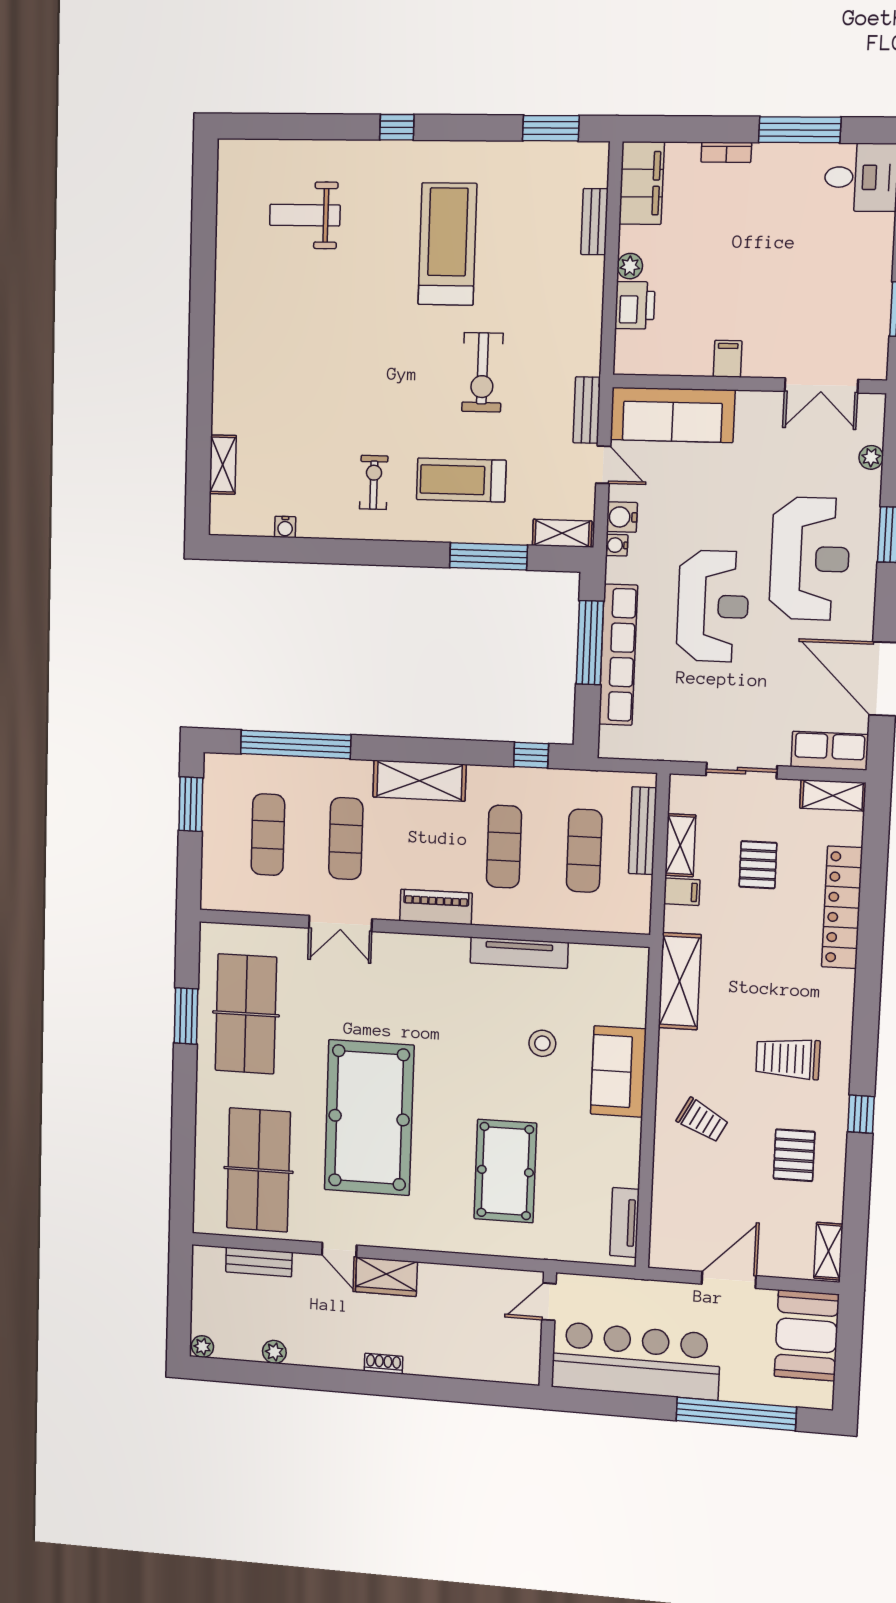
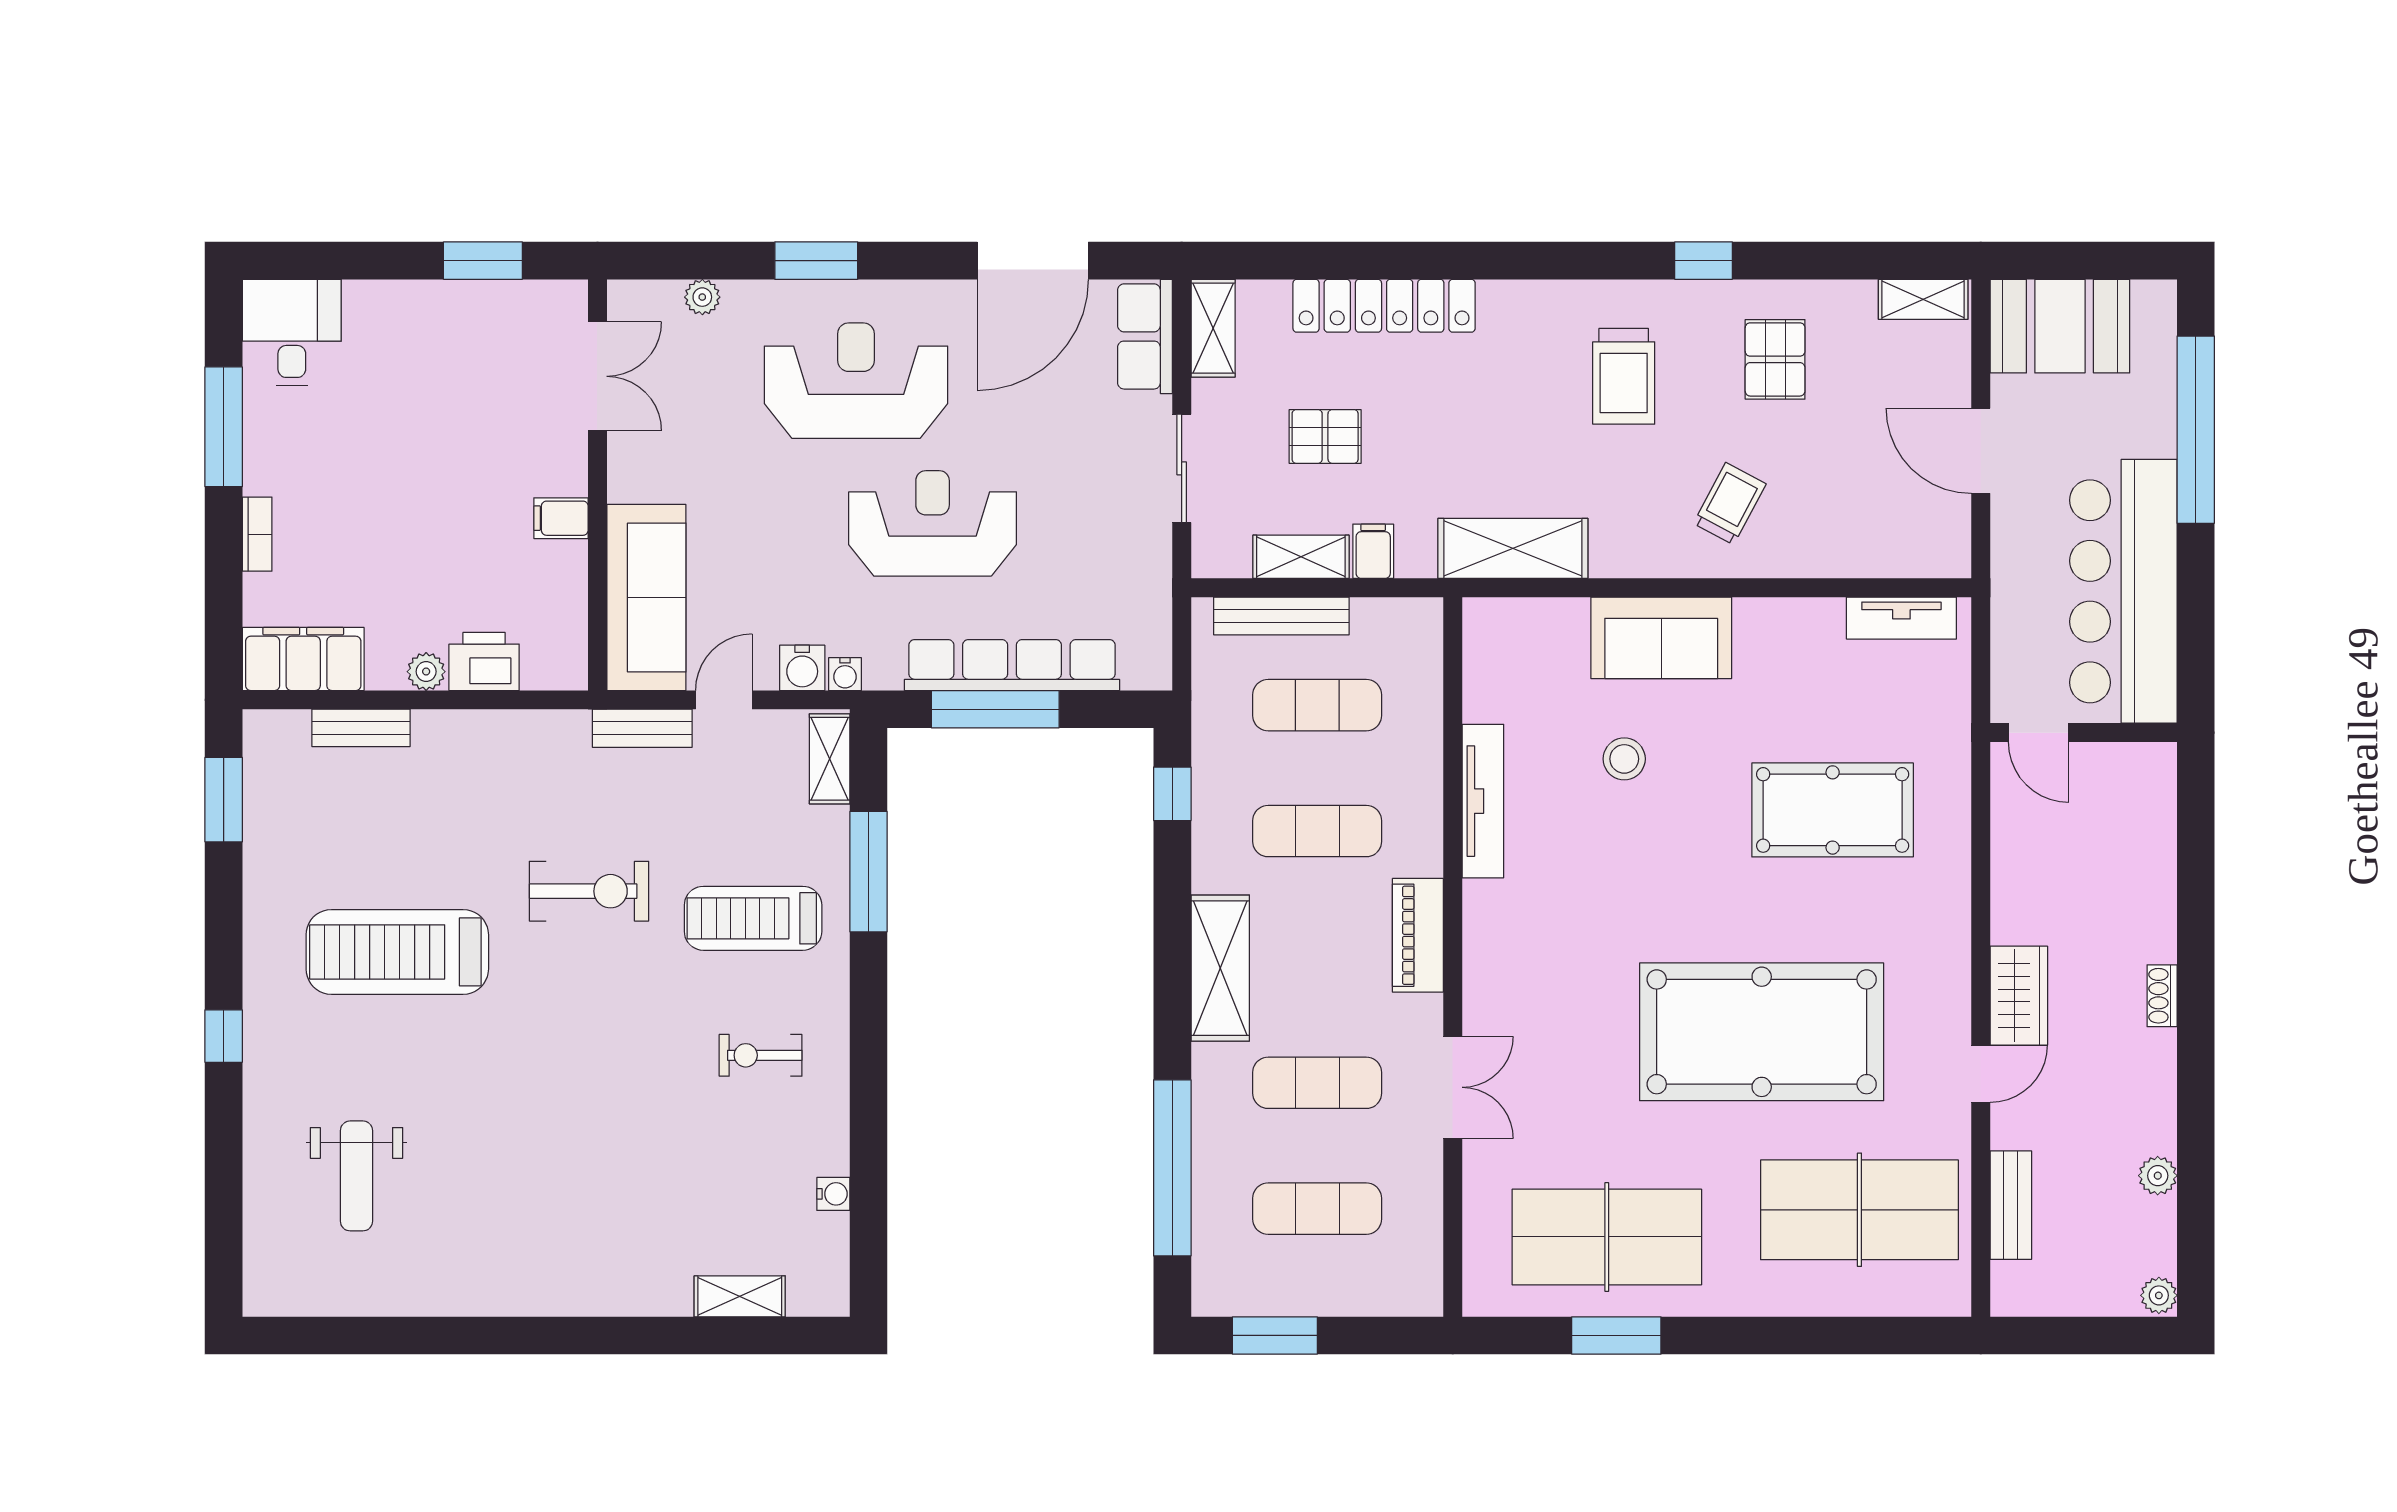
treadmill: (461, 480) -> (753, 918), turned 90
pallet: (794, 1155) -> (1775, 359), turned 90

